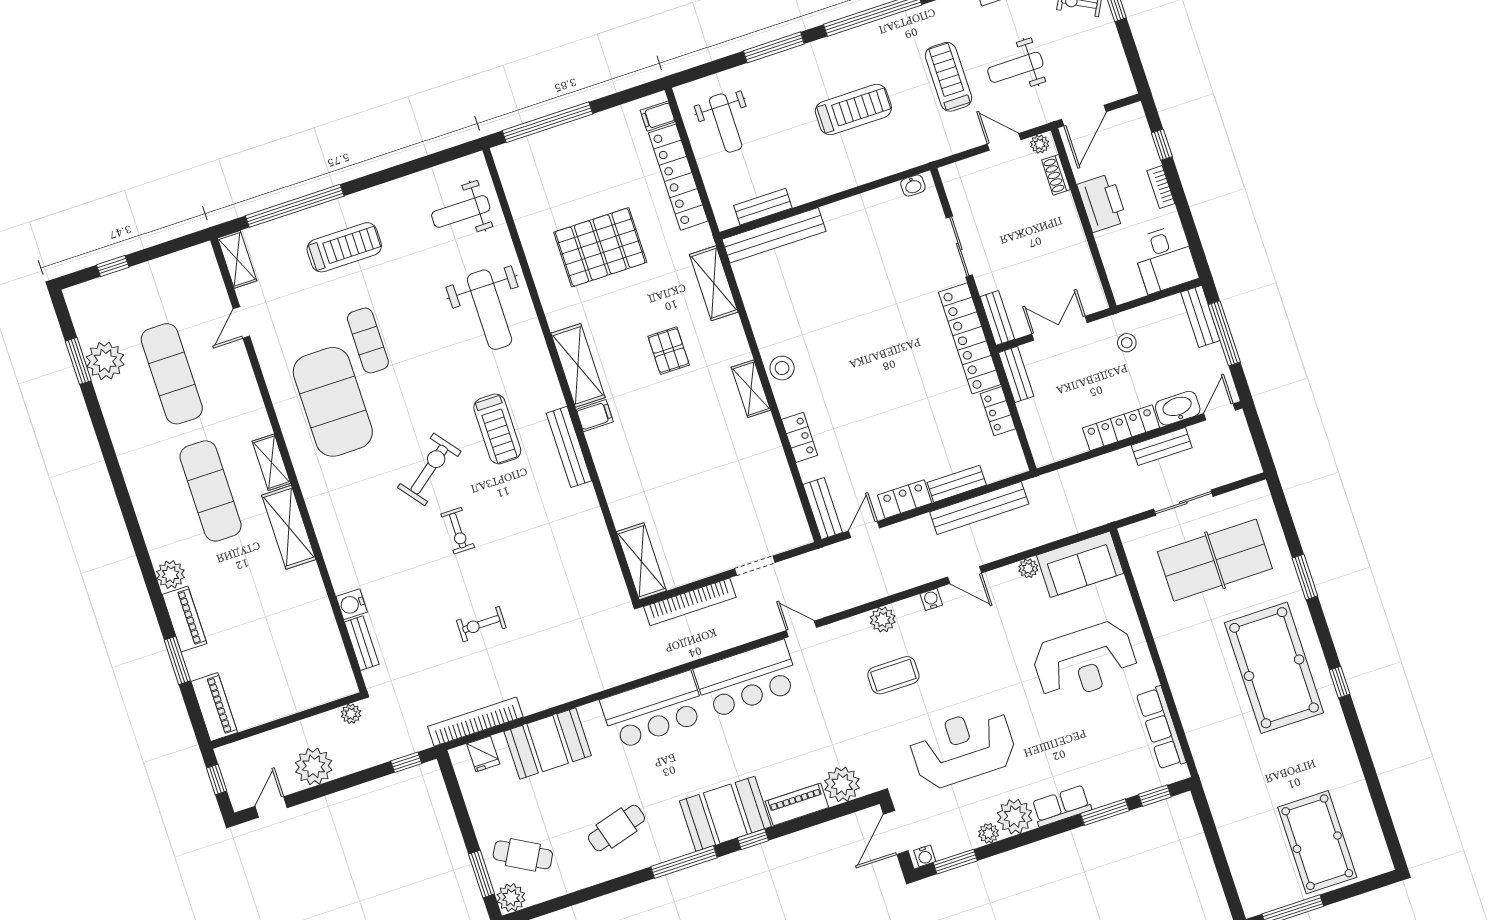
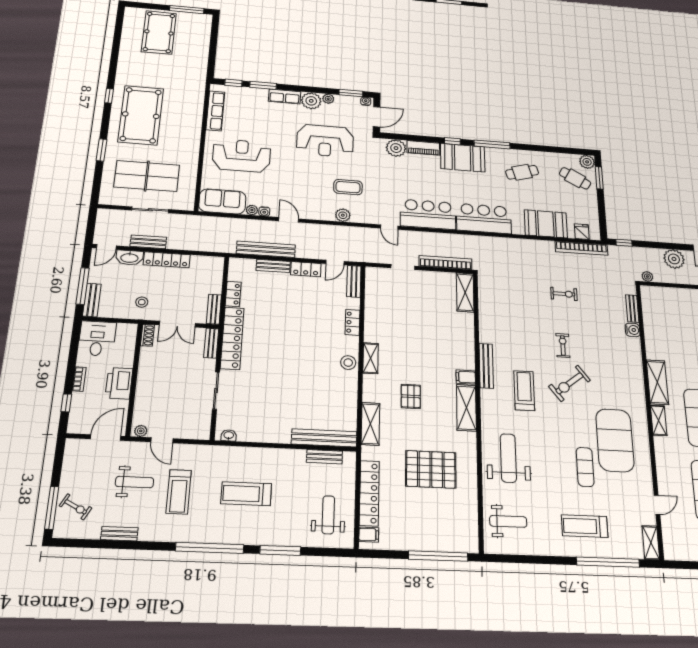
shoe rack: (1056, 175) -> (147, 335), moved
water cooler: (931, 599) -> (264, 211), moved

